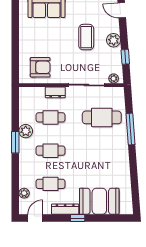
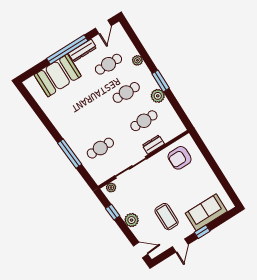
coffee table: (86, 37) -> (167, 217), moved
cafe table: (102, 117) -> (100, 148), width x0.73, depth x0.74
plant: (24, 193) -> (137, 60), moved
window: (78, 218) -> (67, 50), width x3.17

